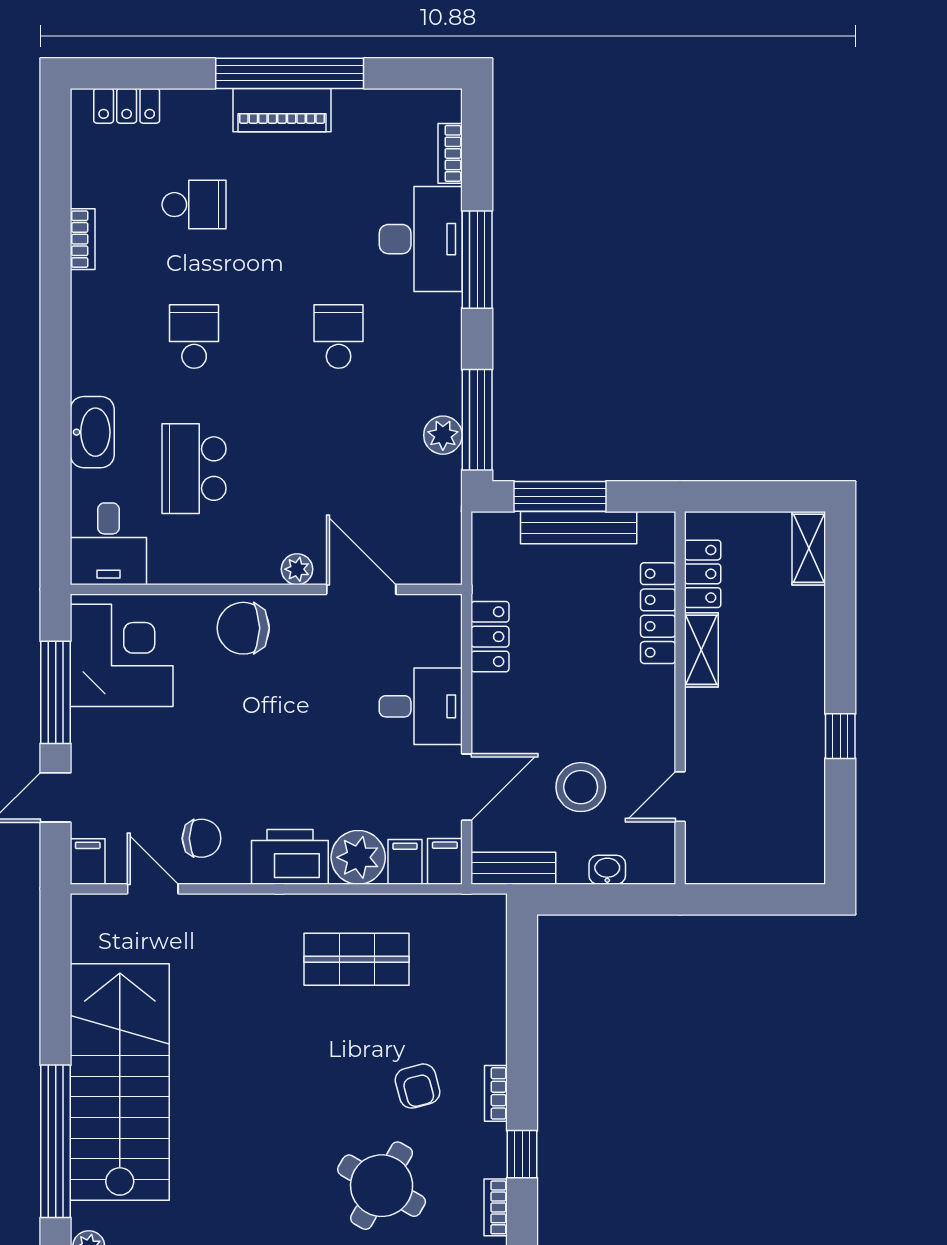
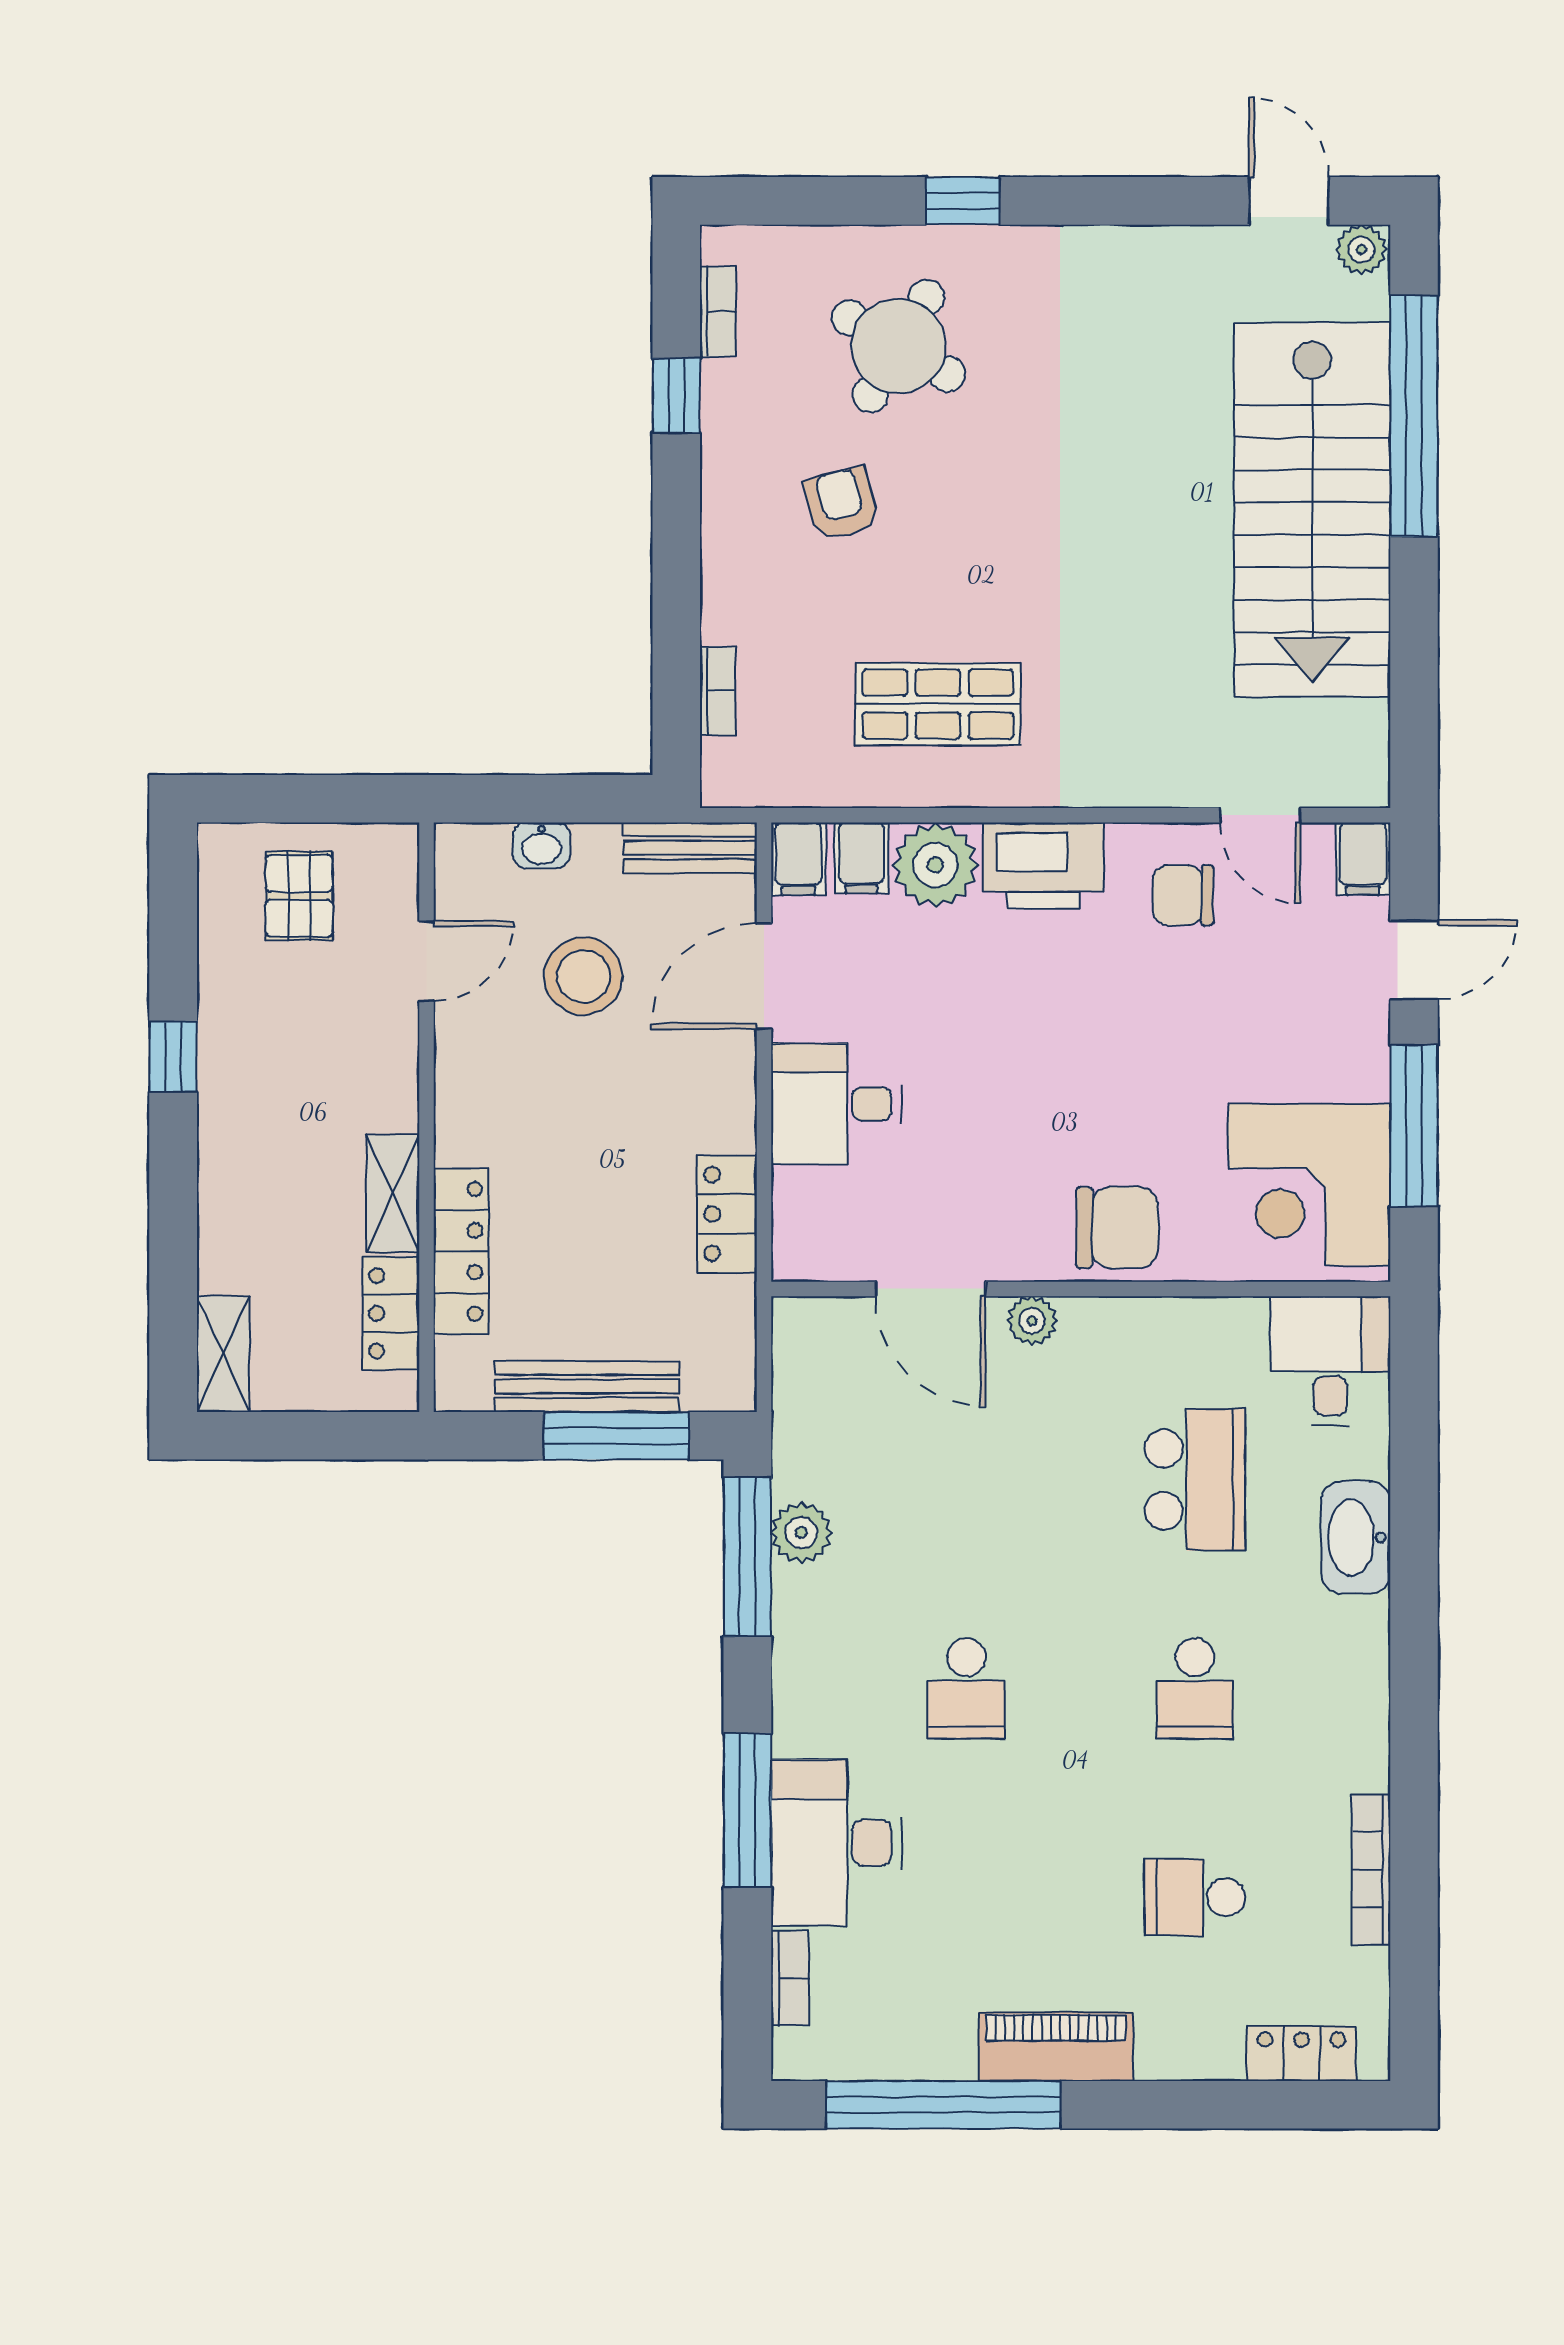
window: (290, 73) -> (943, 2105), moved
bookcase: (83, 239) -> (1371, 1870), width x1.56
pallet: (761, 838) -> (299, 896), added
bookcase: (496, 1093) -> (718, 691), moved

